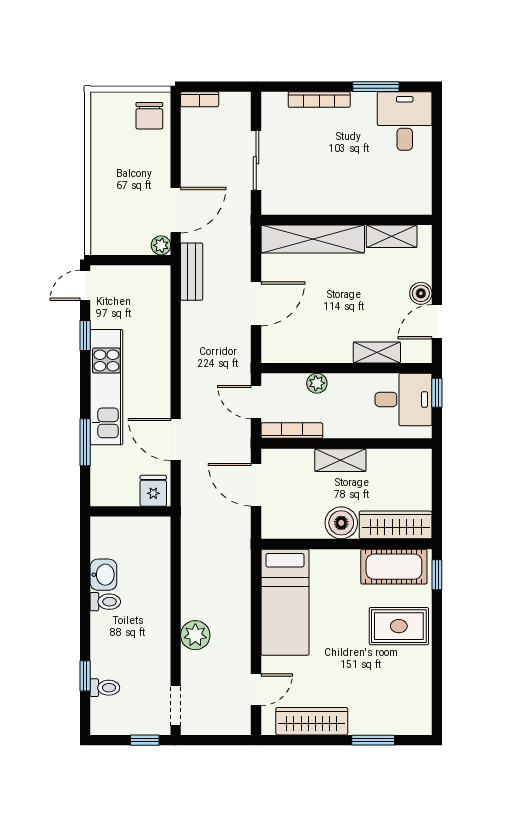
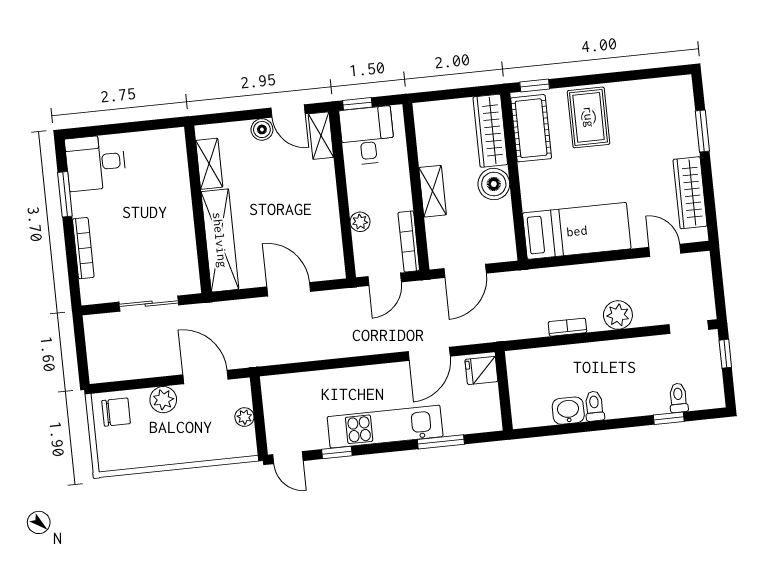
bookcase: (200, 99) -> (567, 327), moved, turned -90
plant: (157, 165) -> (163, 400), added
plant: (161, 245) -> (244, 417), moved
bench: (192, 272) -> (264, 355), removed
shelving: (377, 353) -> (321, 136), moved

